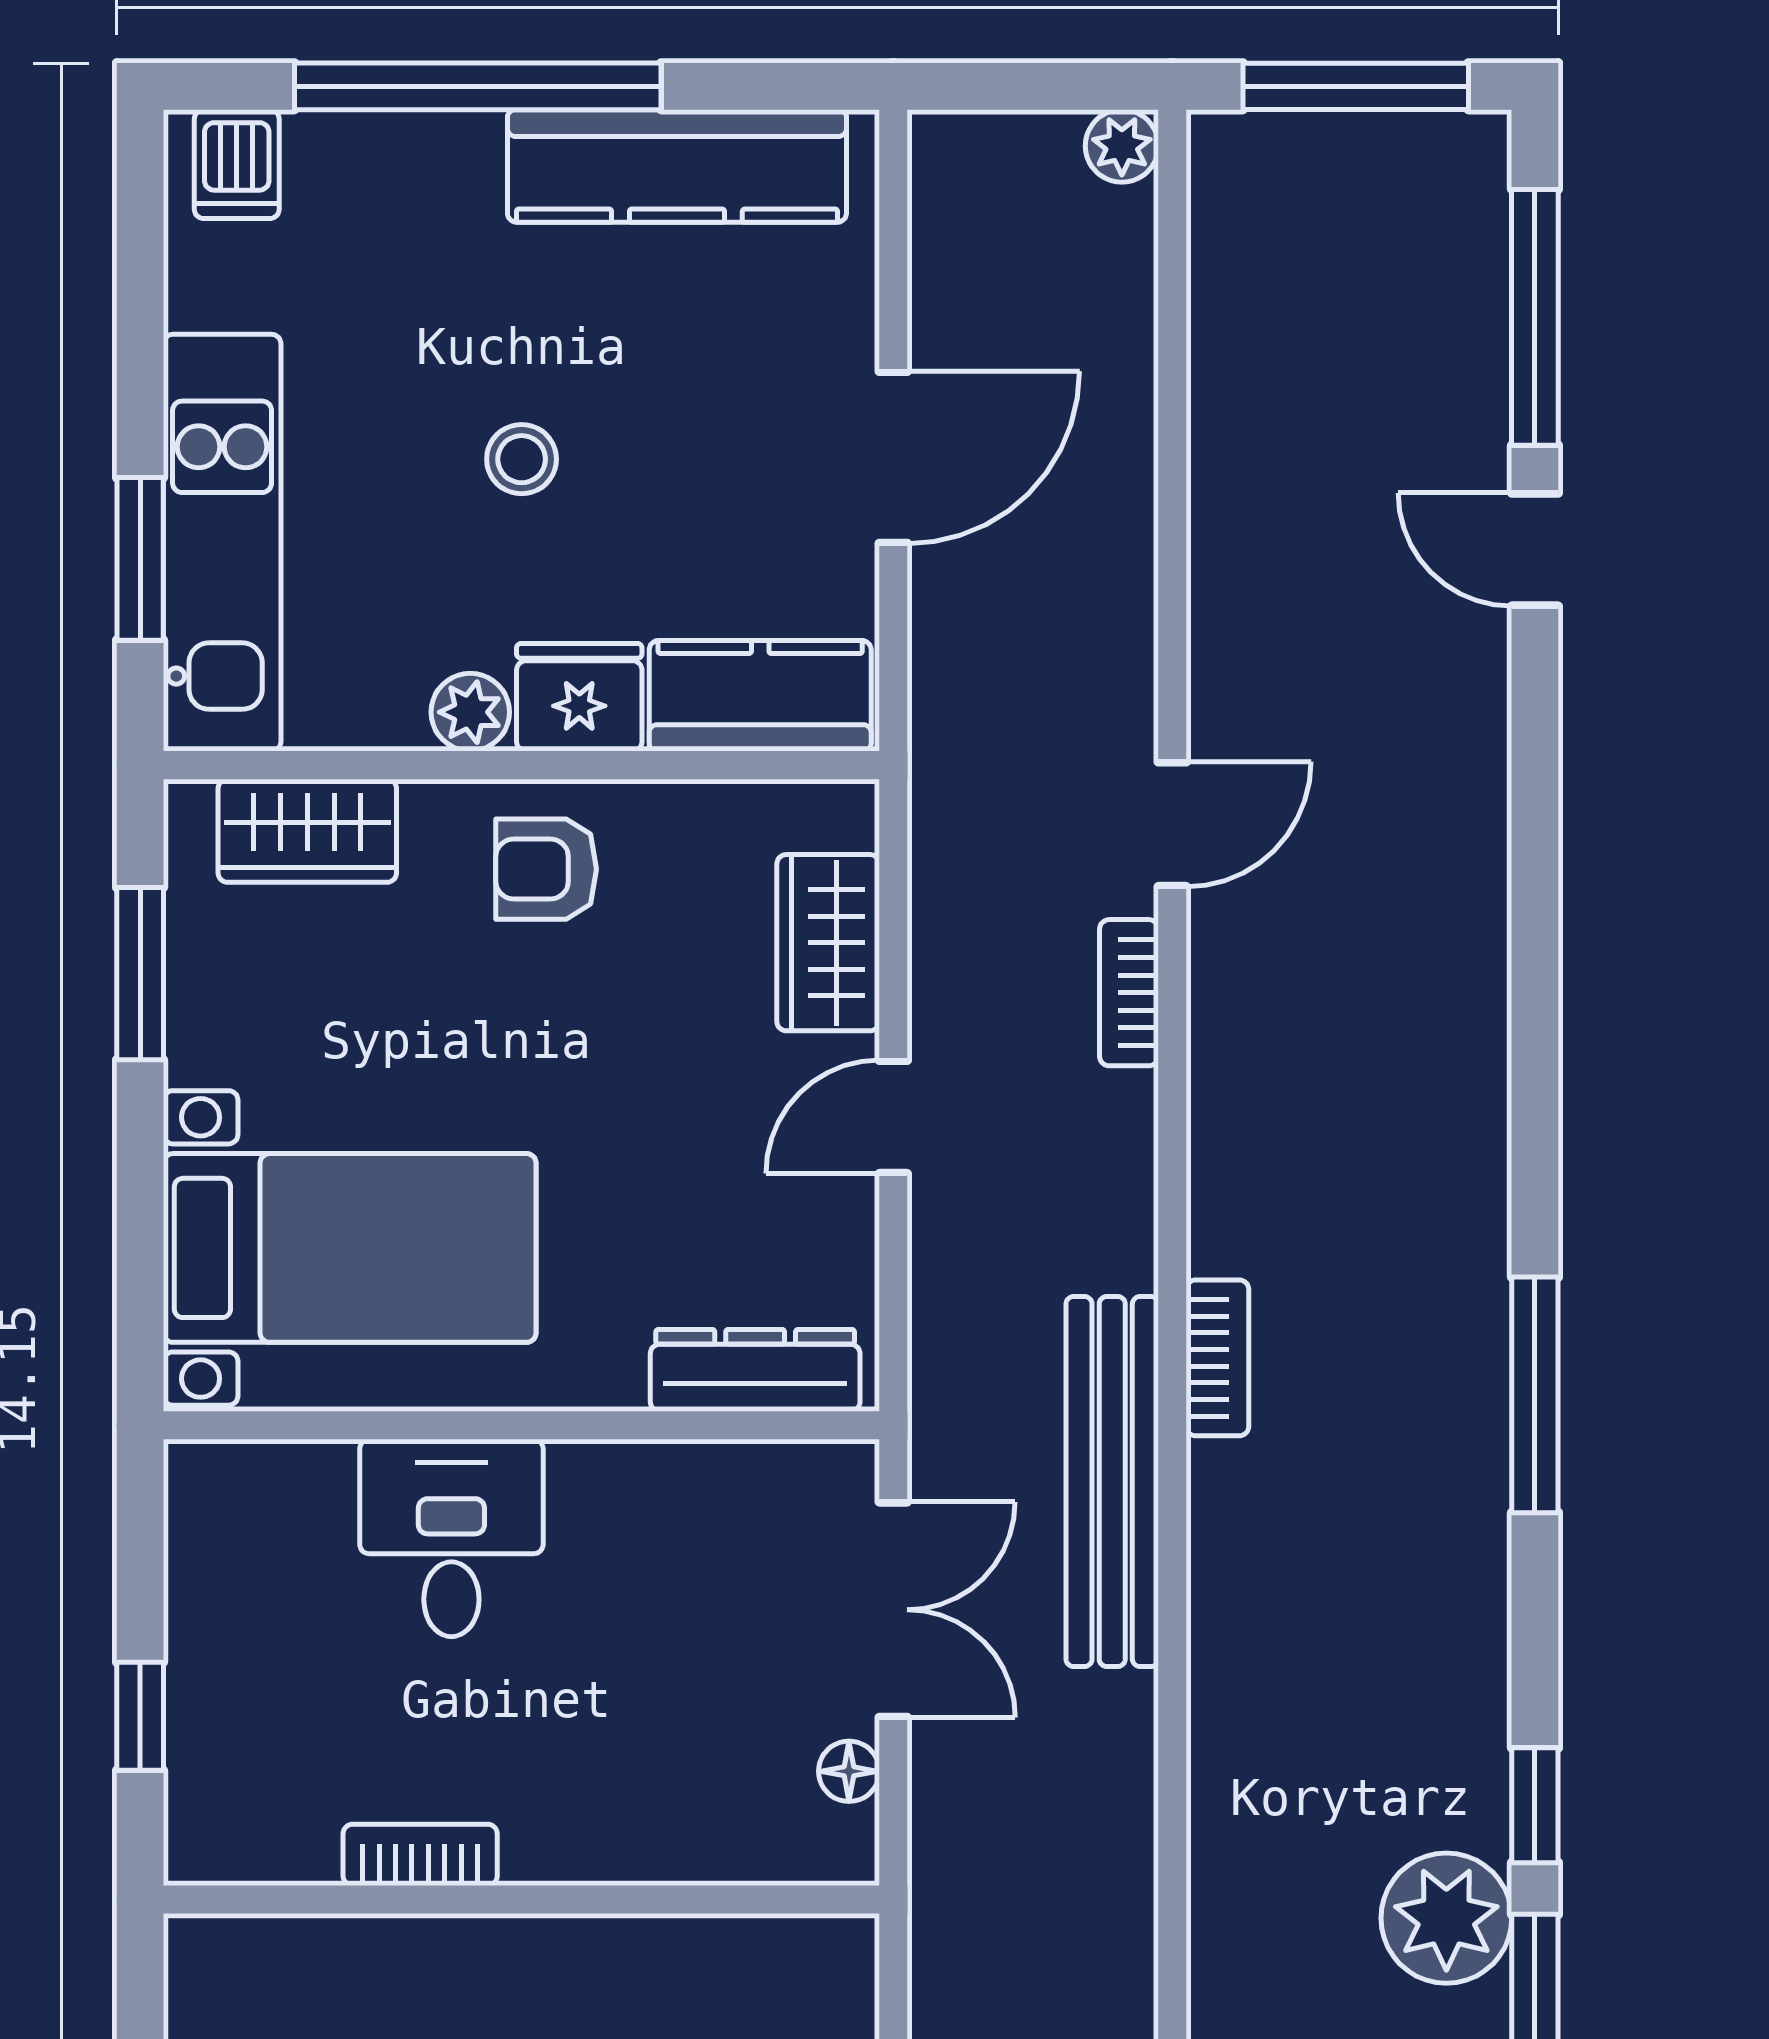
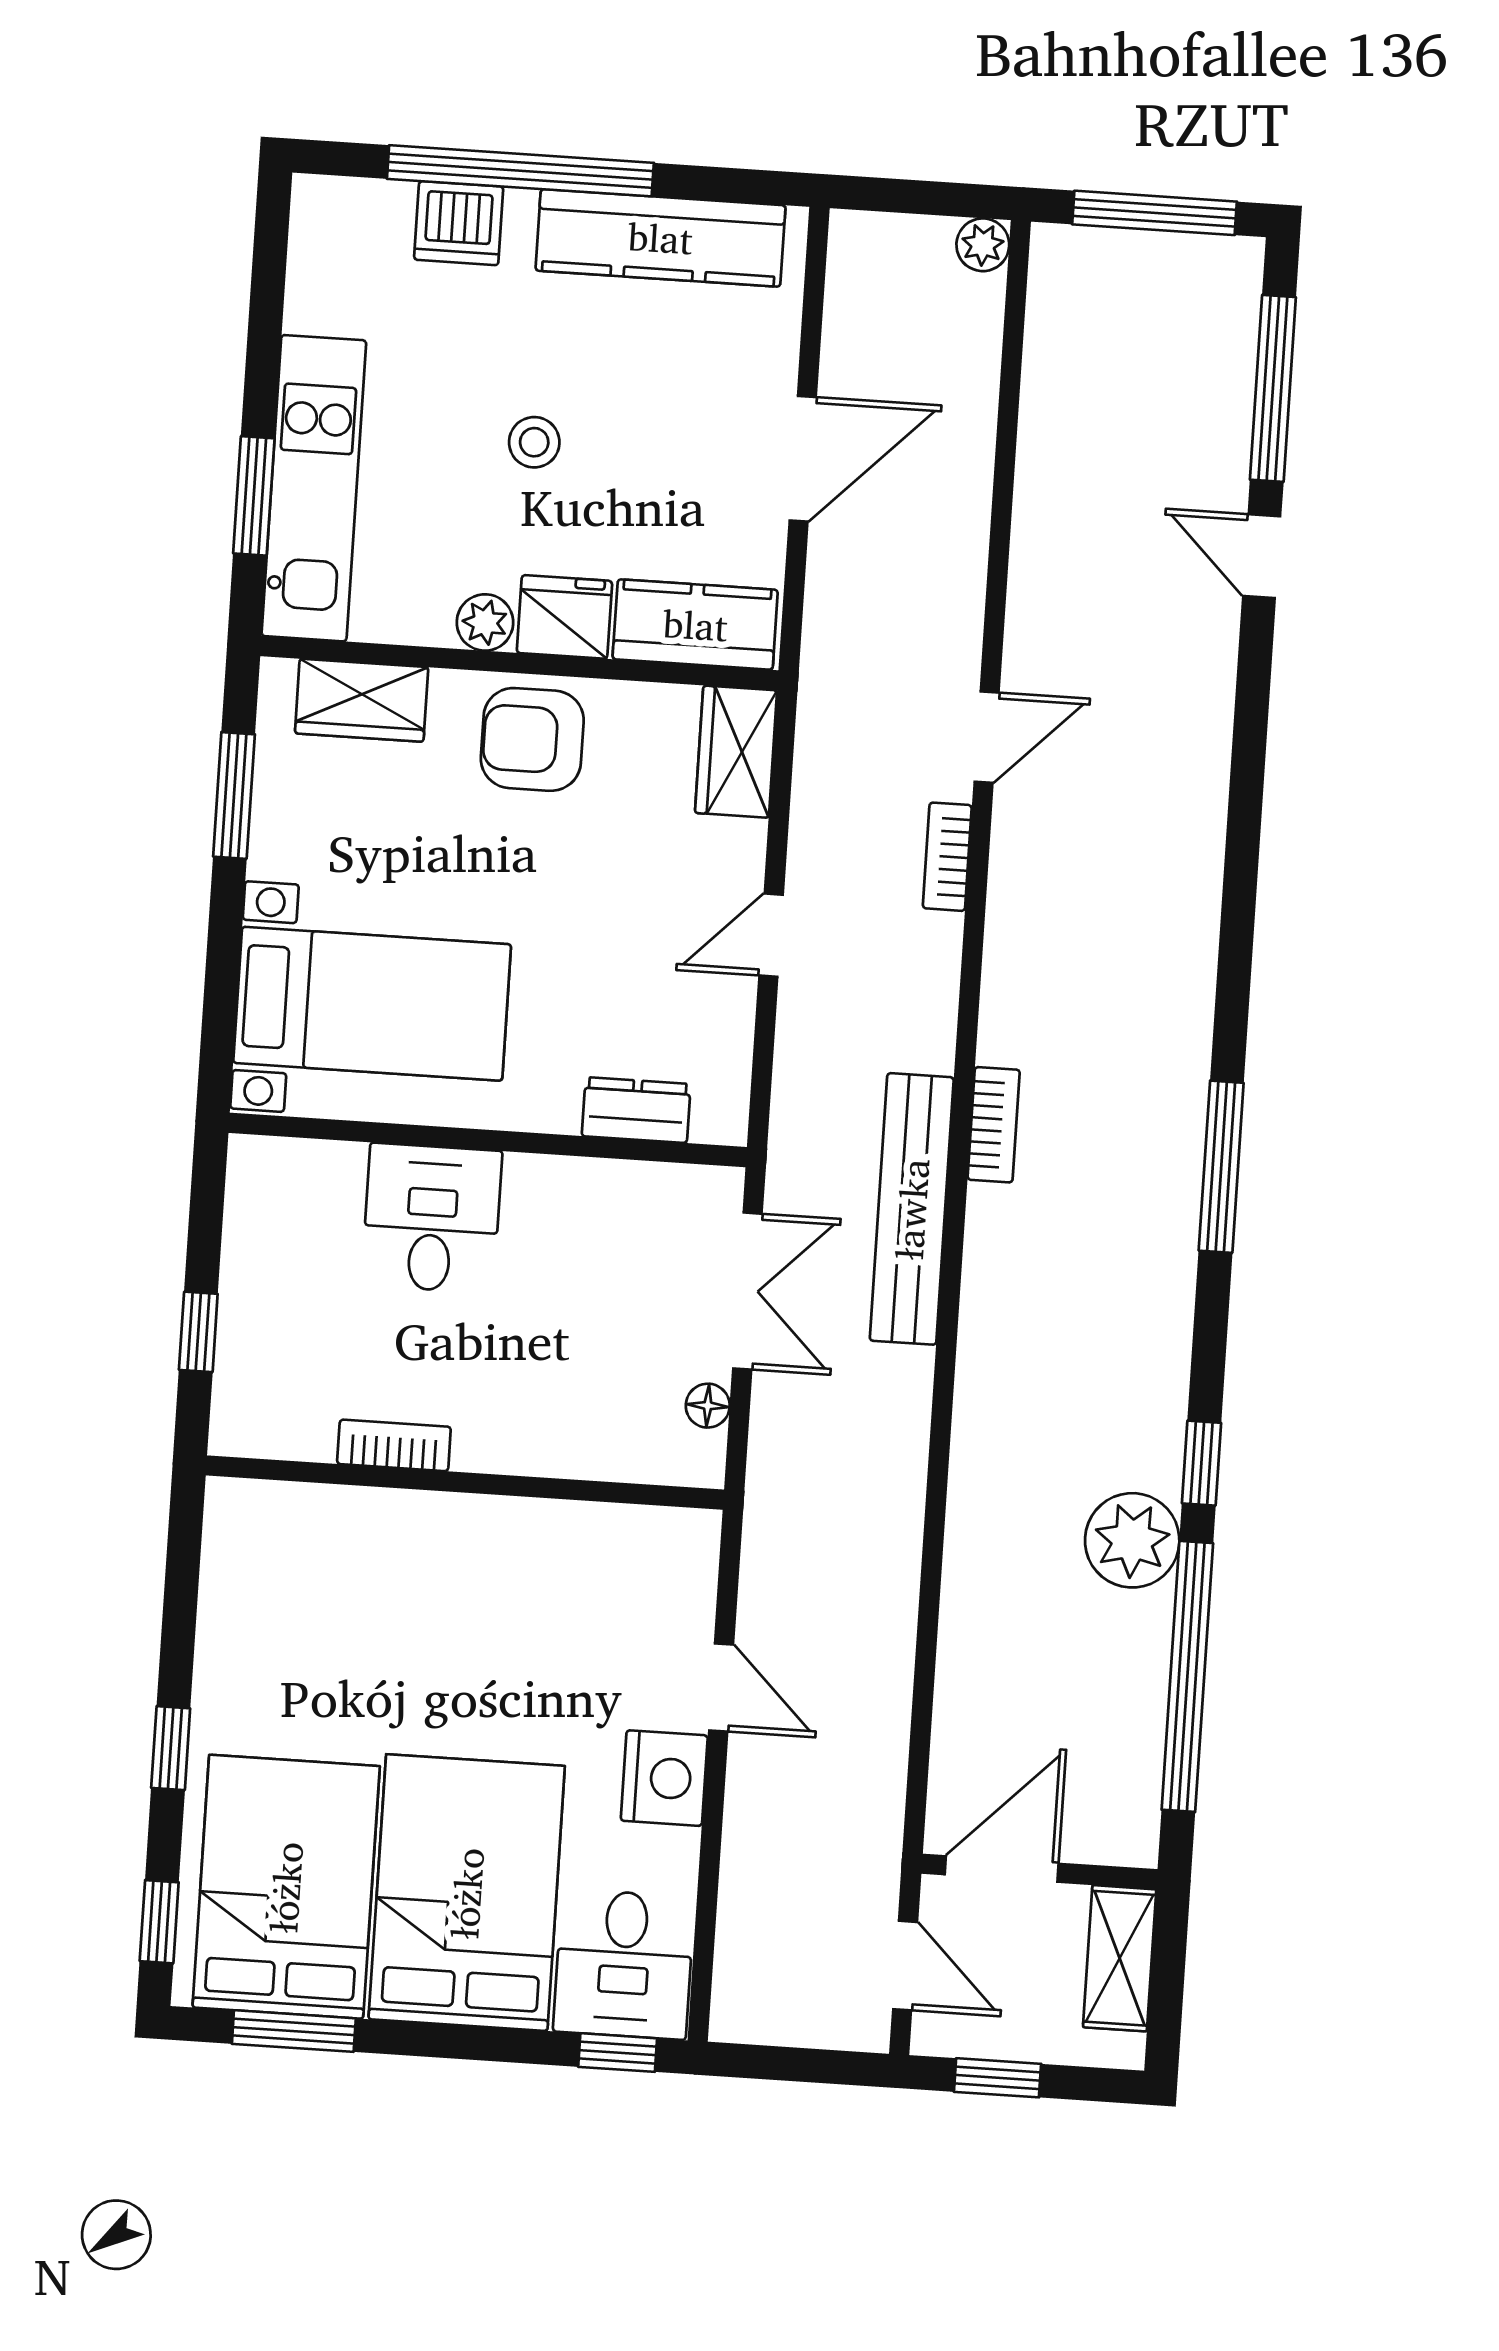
dishwasher: (237, 164) -> (459, 223), moved, width x1.38
armchair: (546, 869) -> (532, 739), width x1.38, depth x1.38
wardrobe: (828, 943) -> (736, 752), moved
dresser: (755, 1370) -> (636, 1110), width x0.70

